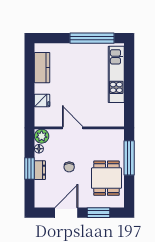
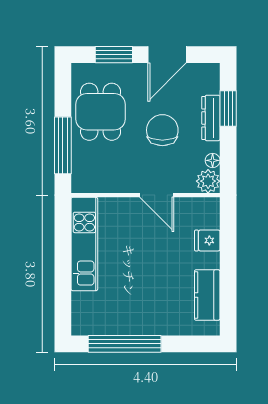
kitchen unit: (116, 74) -> (84, 244), moved
chair: (69, 167) -> (162, 130), width x1.87, depth x1.87
window: (29, 169) -> (228, 109), moved
dresser: (40, 170) -> (211, 118), width x1.44

